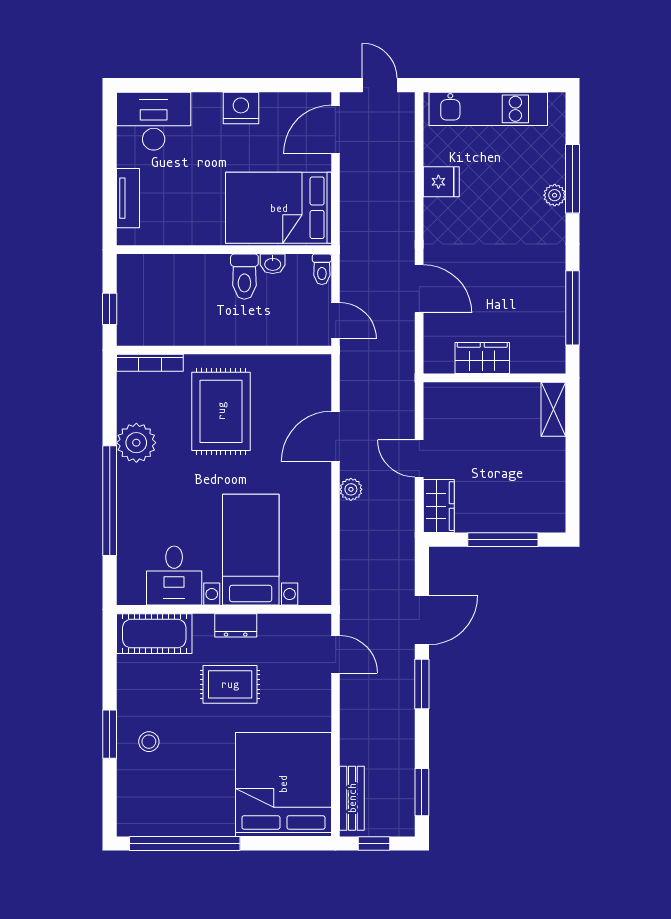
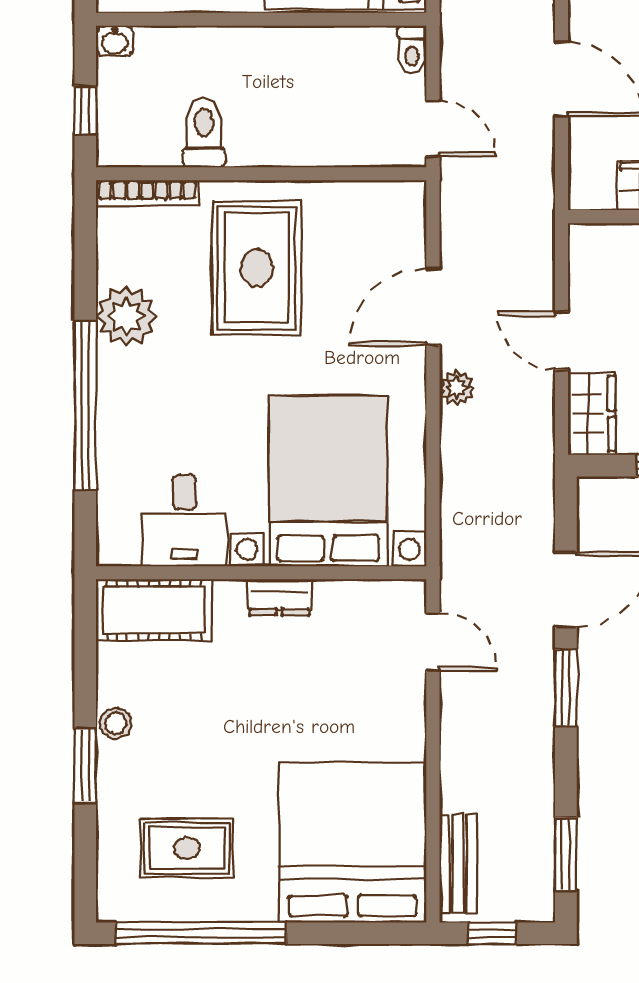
washbasin: (273, 264) -> (115, 41), moved
toilet: (244, 277) -> (204, 132), moved, turned 180
bed with nightstands: (251, 550) -> (328, 481), width x1.36
rug: (230, 684) -> (187, 848), moved
stool: (149, 742) -> (116, 723), moved

